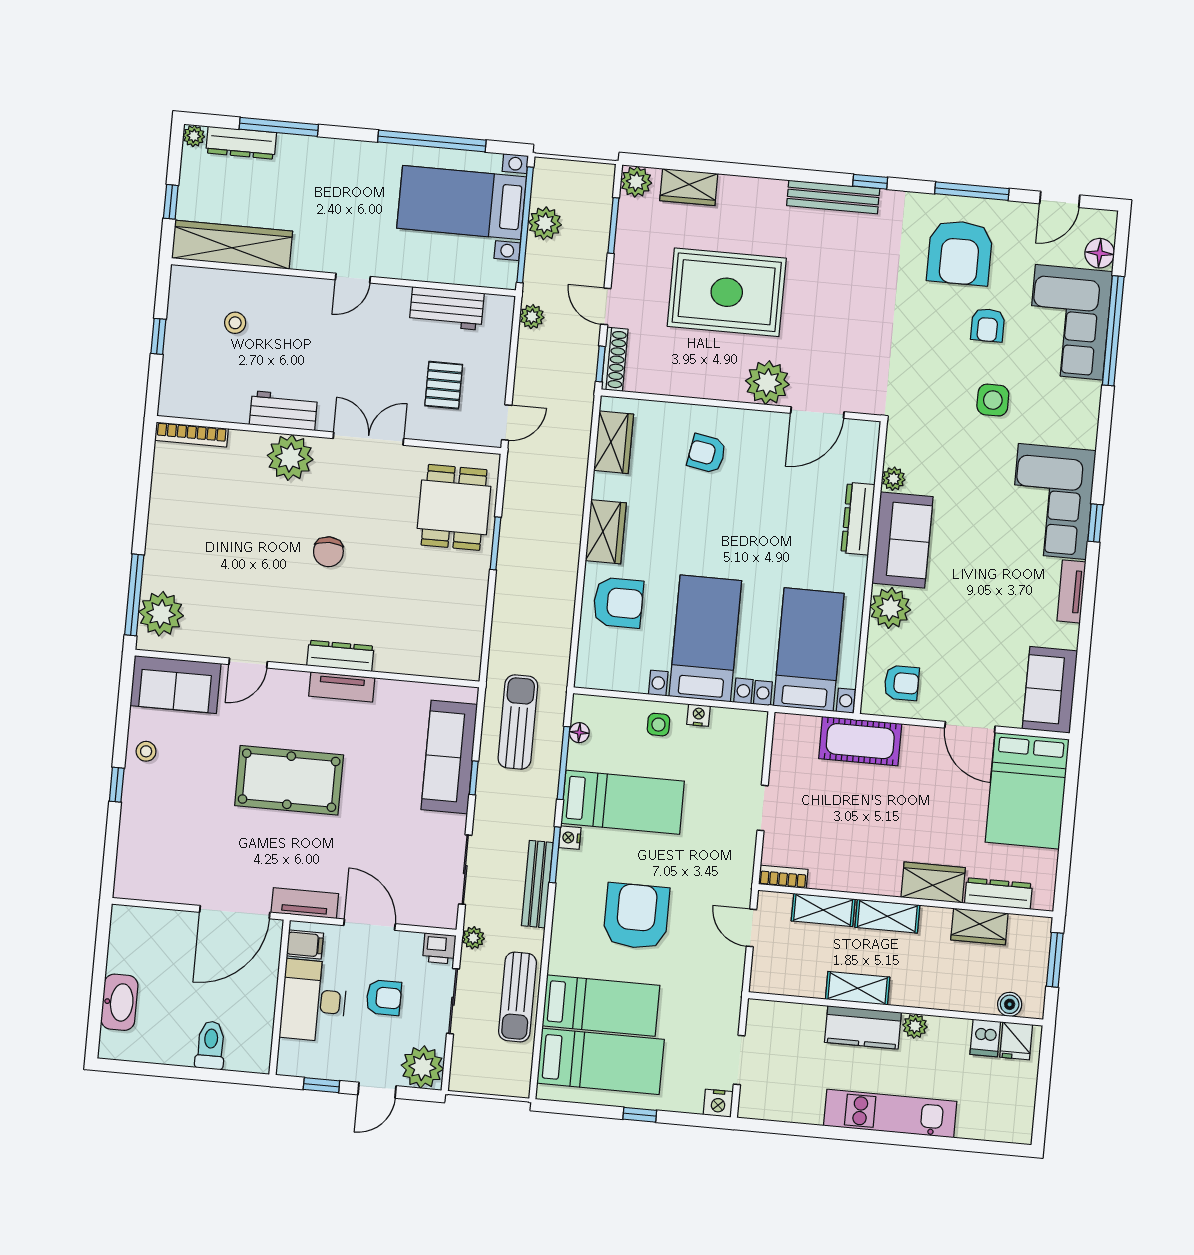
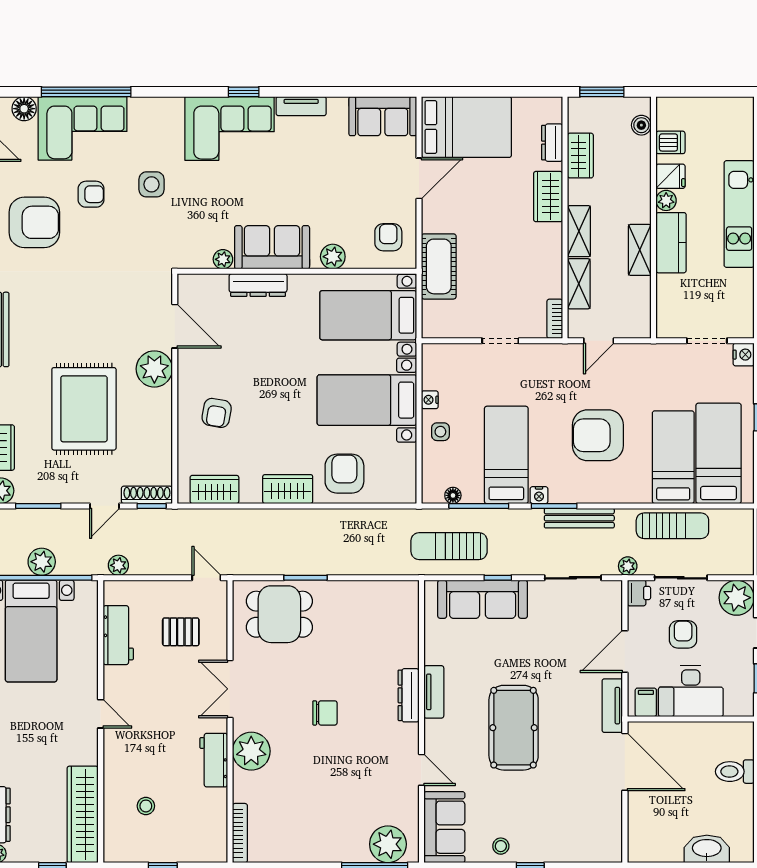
plant: (890, 608) -> (333, 257), width x0.73, depth x0.73
dresser: (998, 893) -> (552, 143), width x0.70
fridge: (1016, 1041) -> (671, 176), moved

